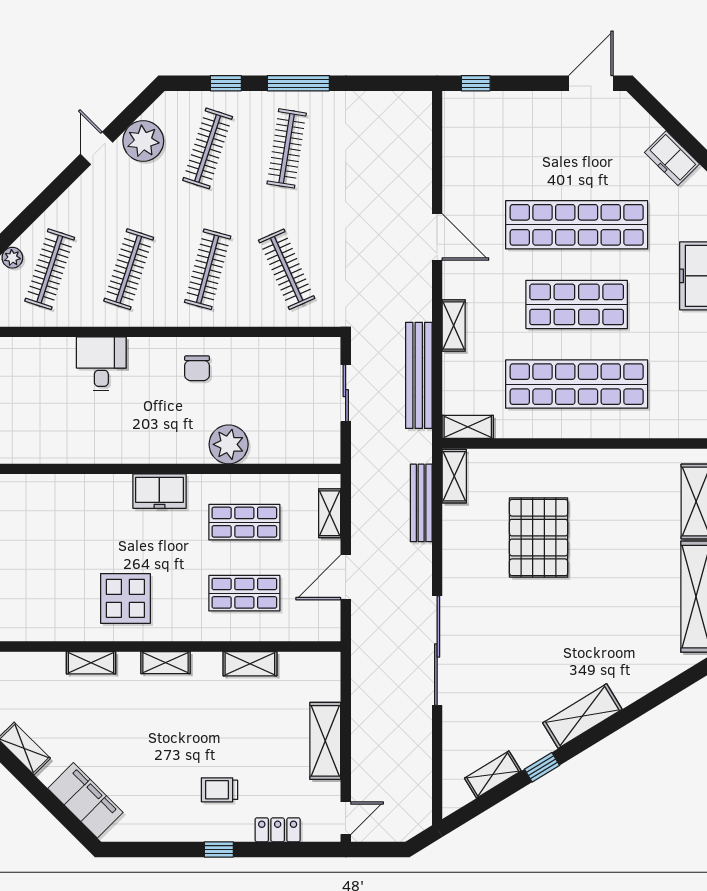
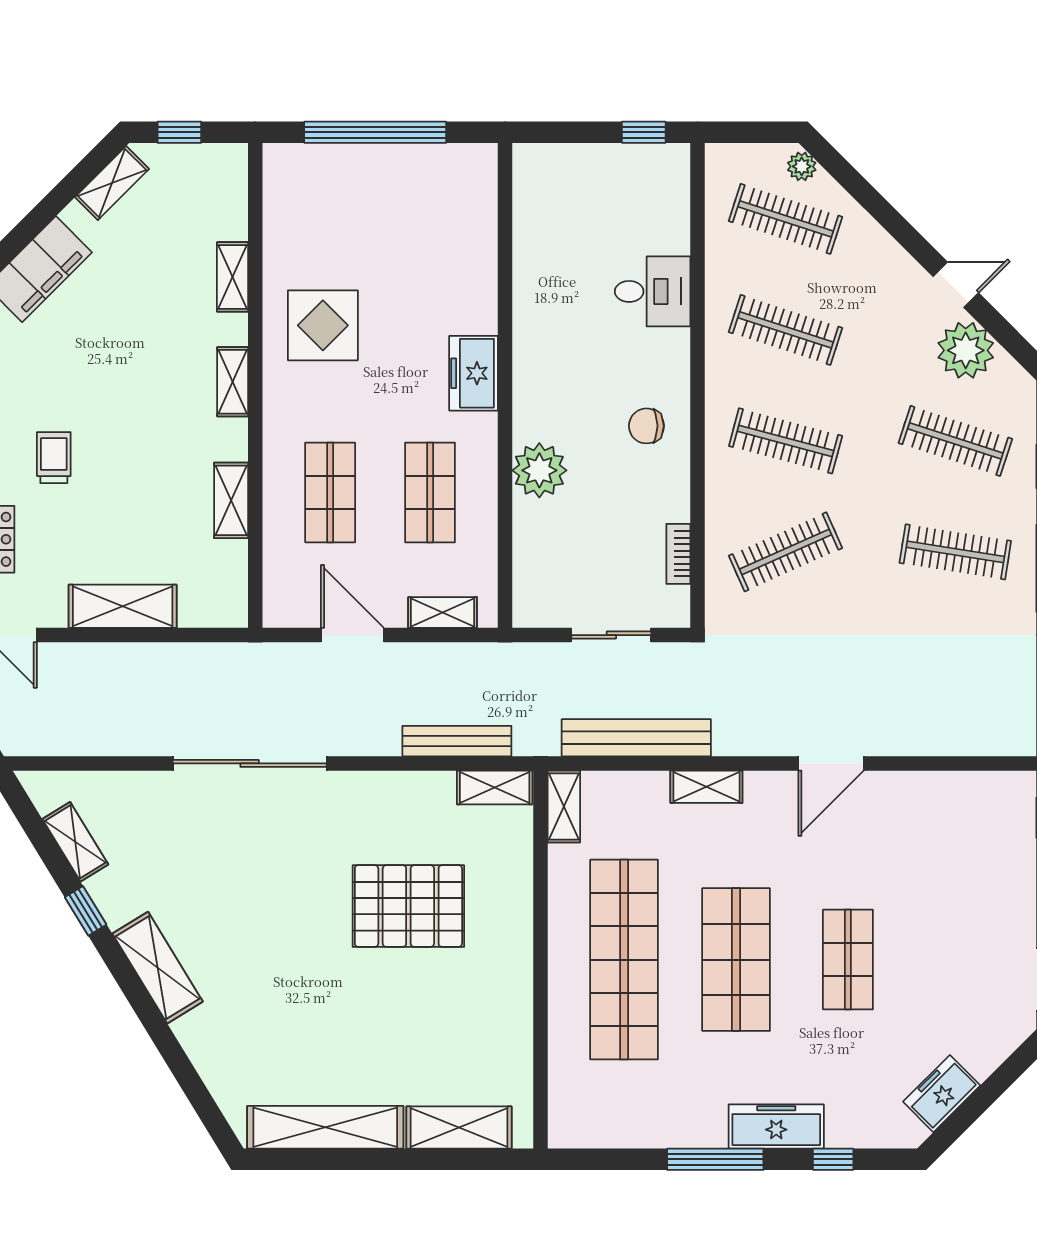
shop shelf: (577, 225) -> (848, 960), width x0.50, depth x0.74
bookcase: (288, 346) -> (678, 554), added

